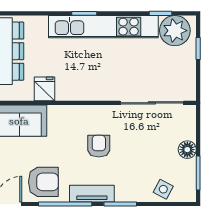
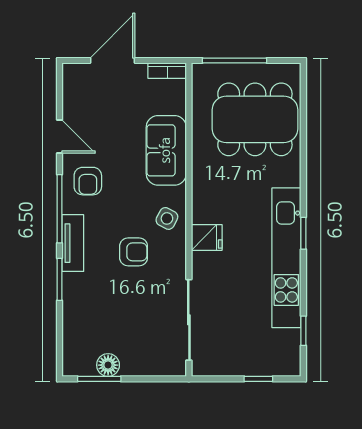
plant: (175, 31) -> (281, 349), removed
fridge: (44, 89) -> (207, 237), moved
floor lamp: (187, 150) -> (108, 365), moved
armchair: (43, 182) -> (88, 181), width x0.72, depth x0.72
side table: (163, 189) -> (167, 218), moved

